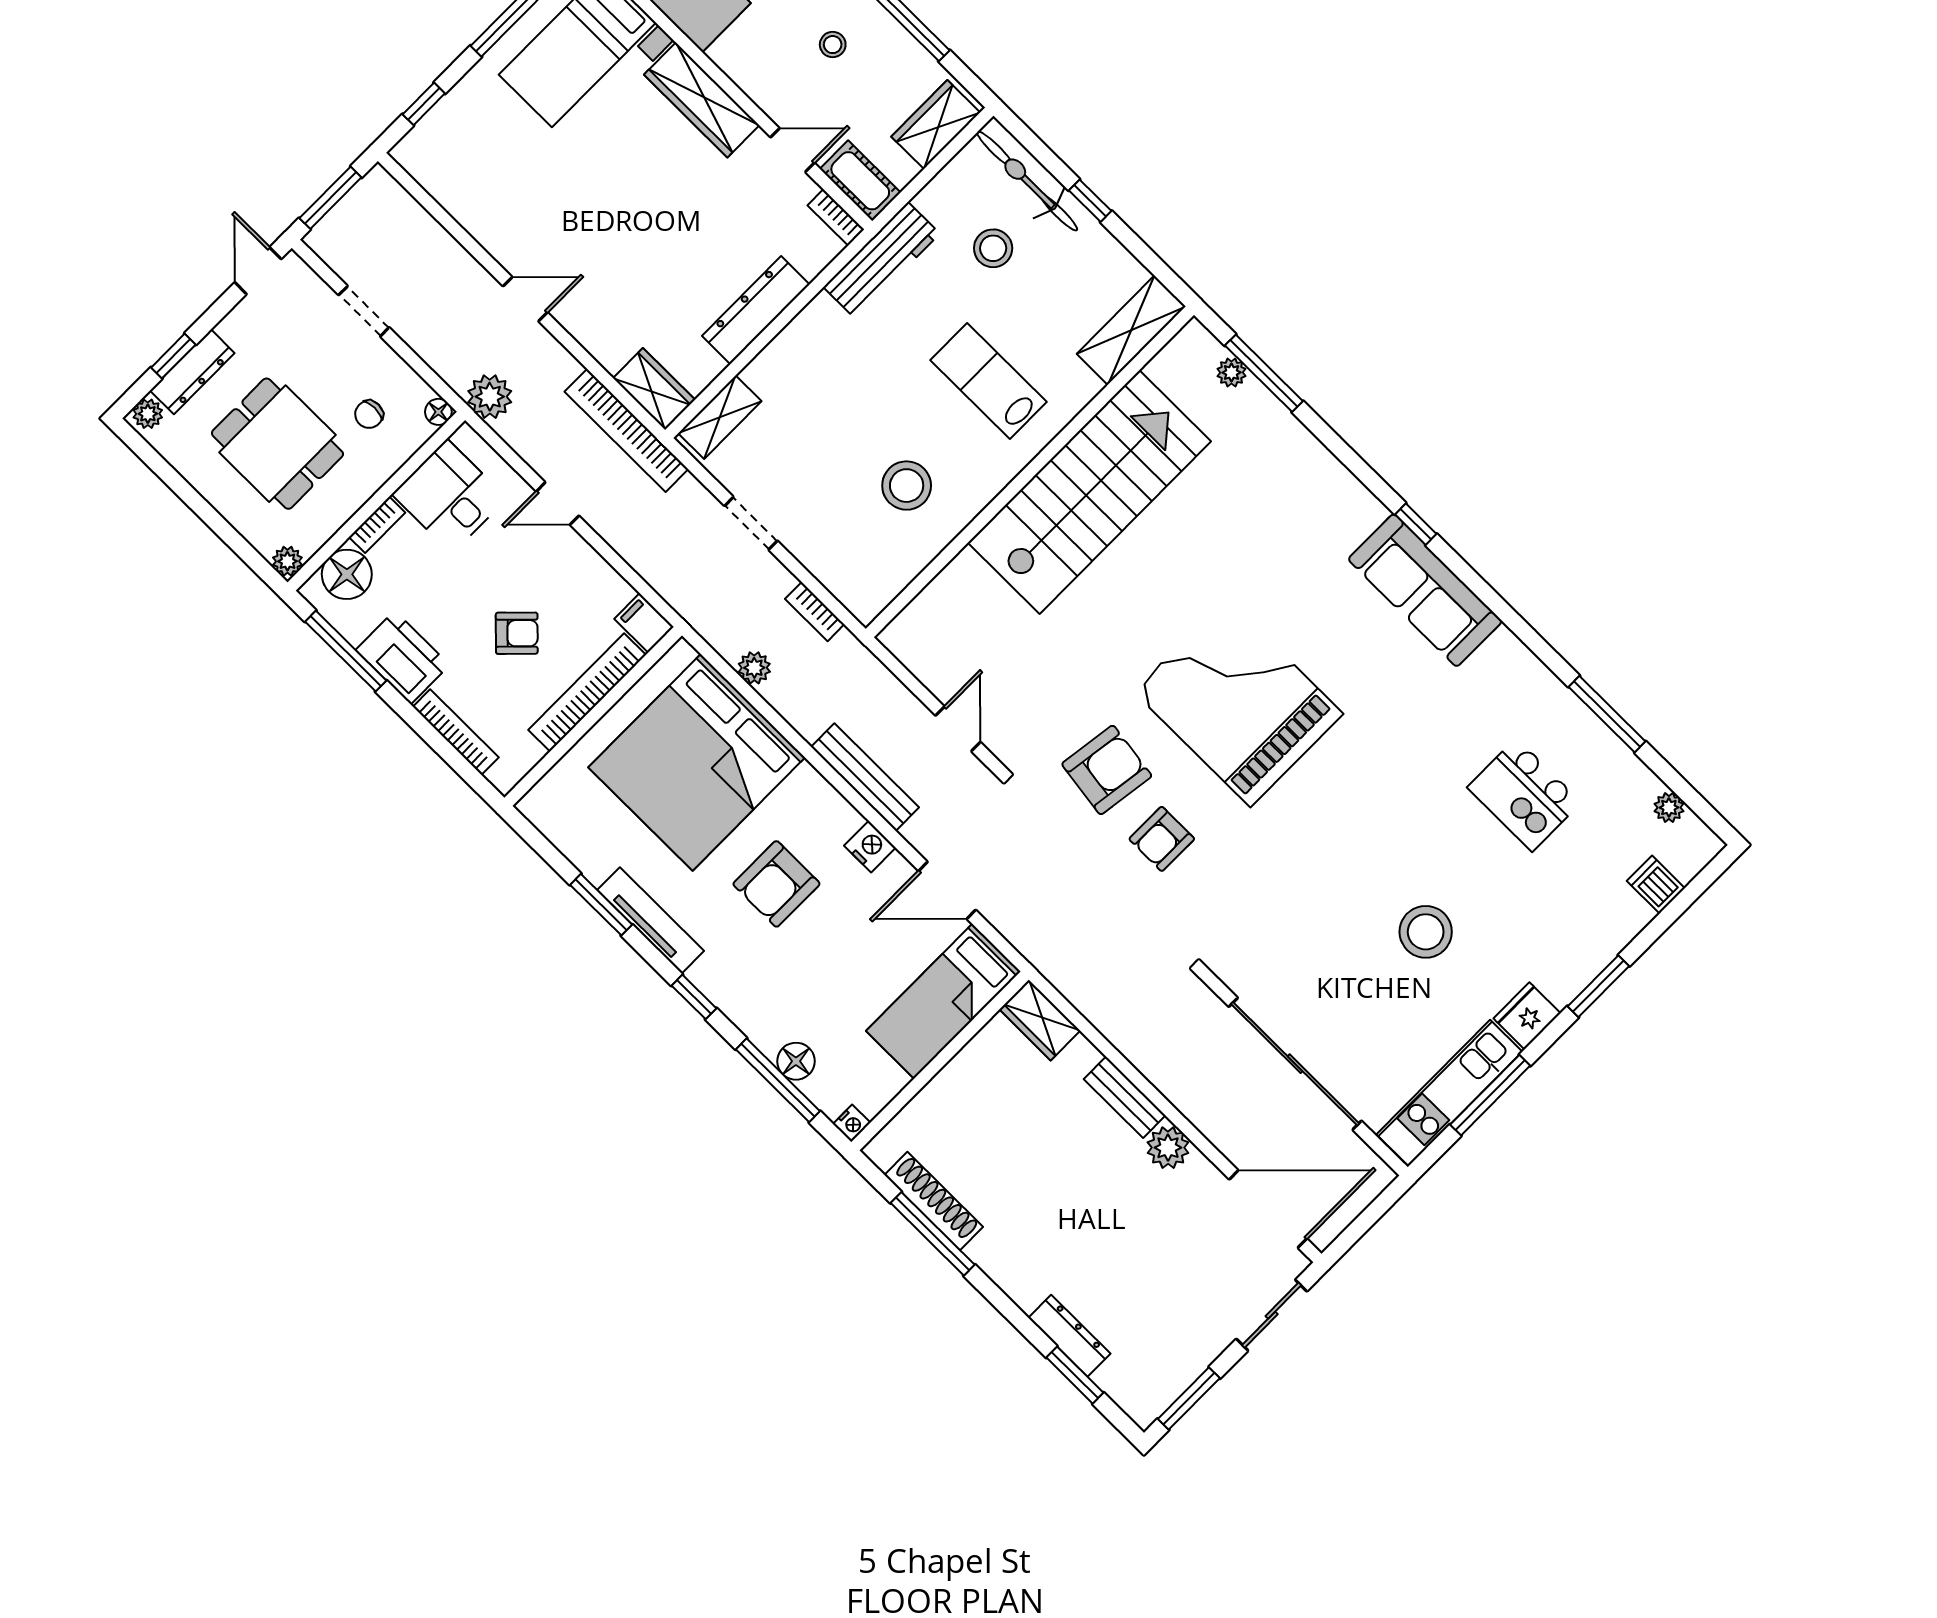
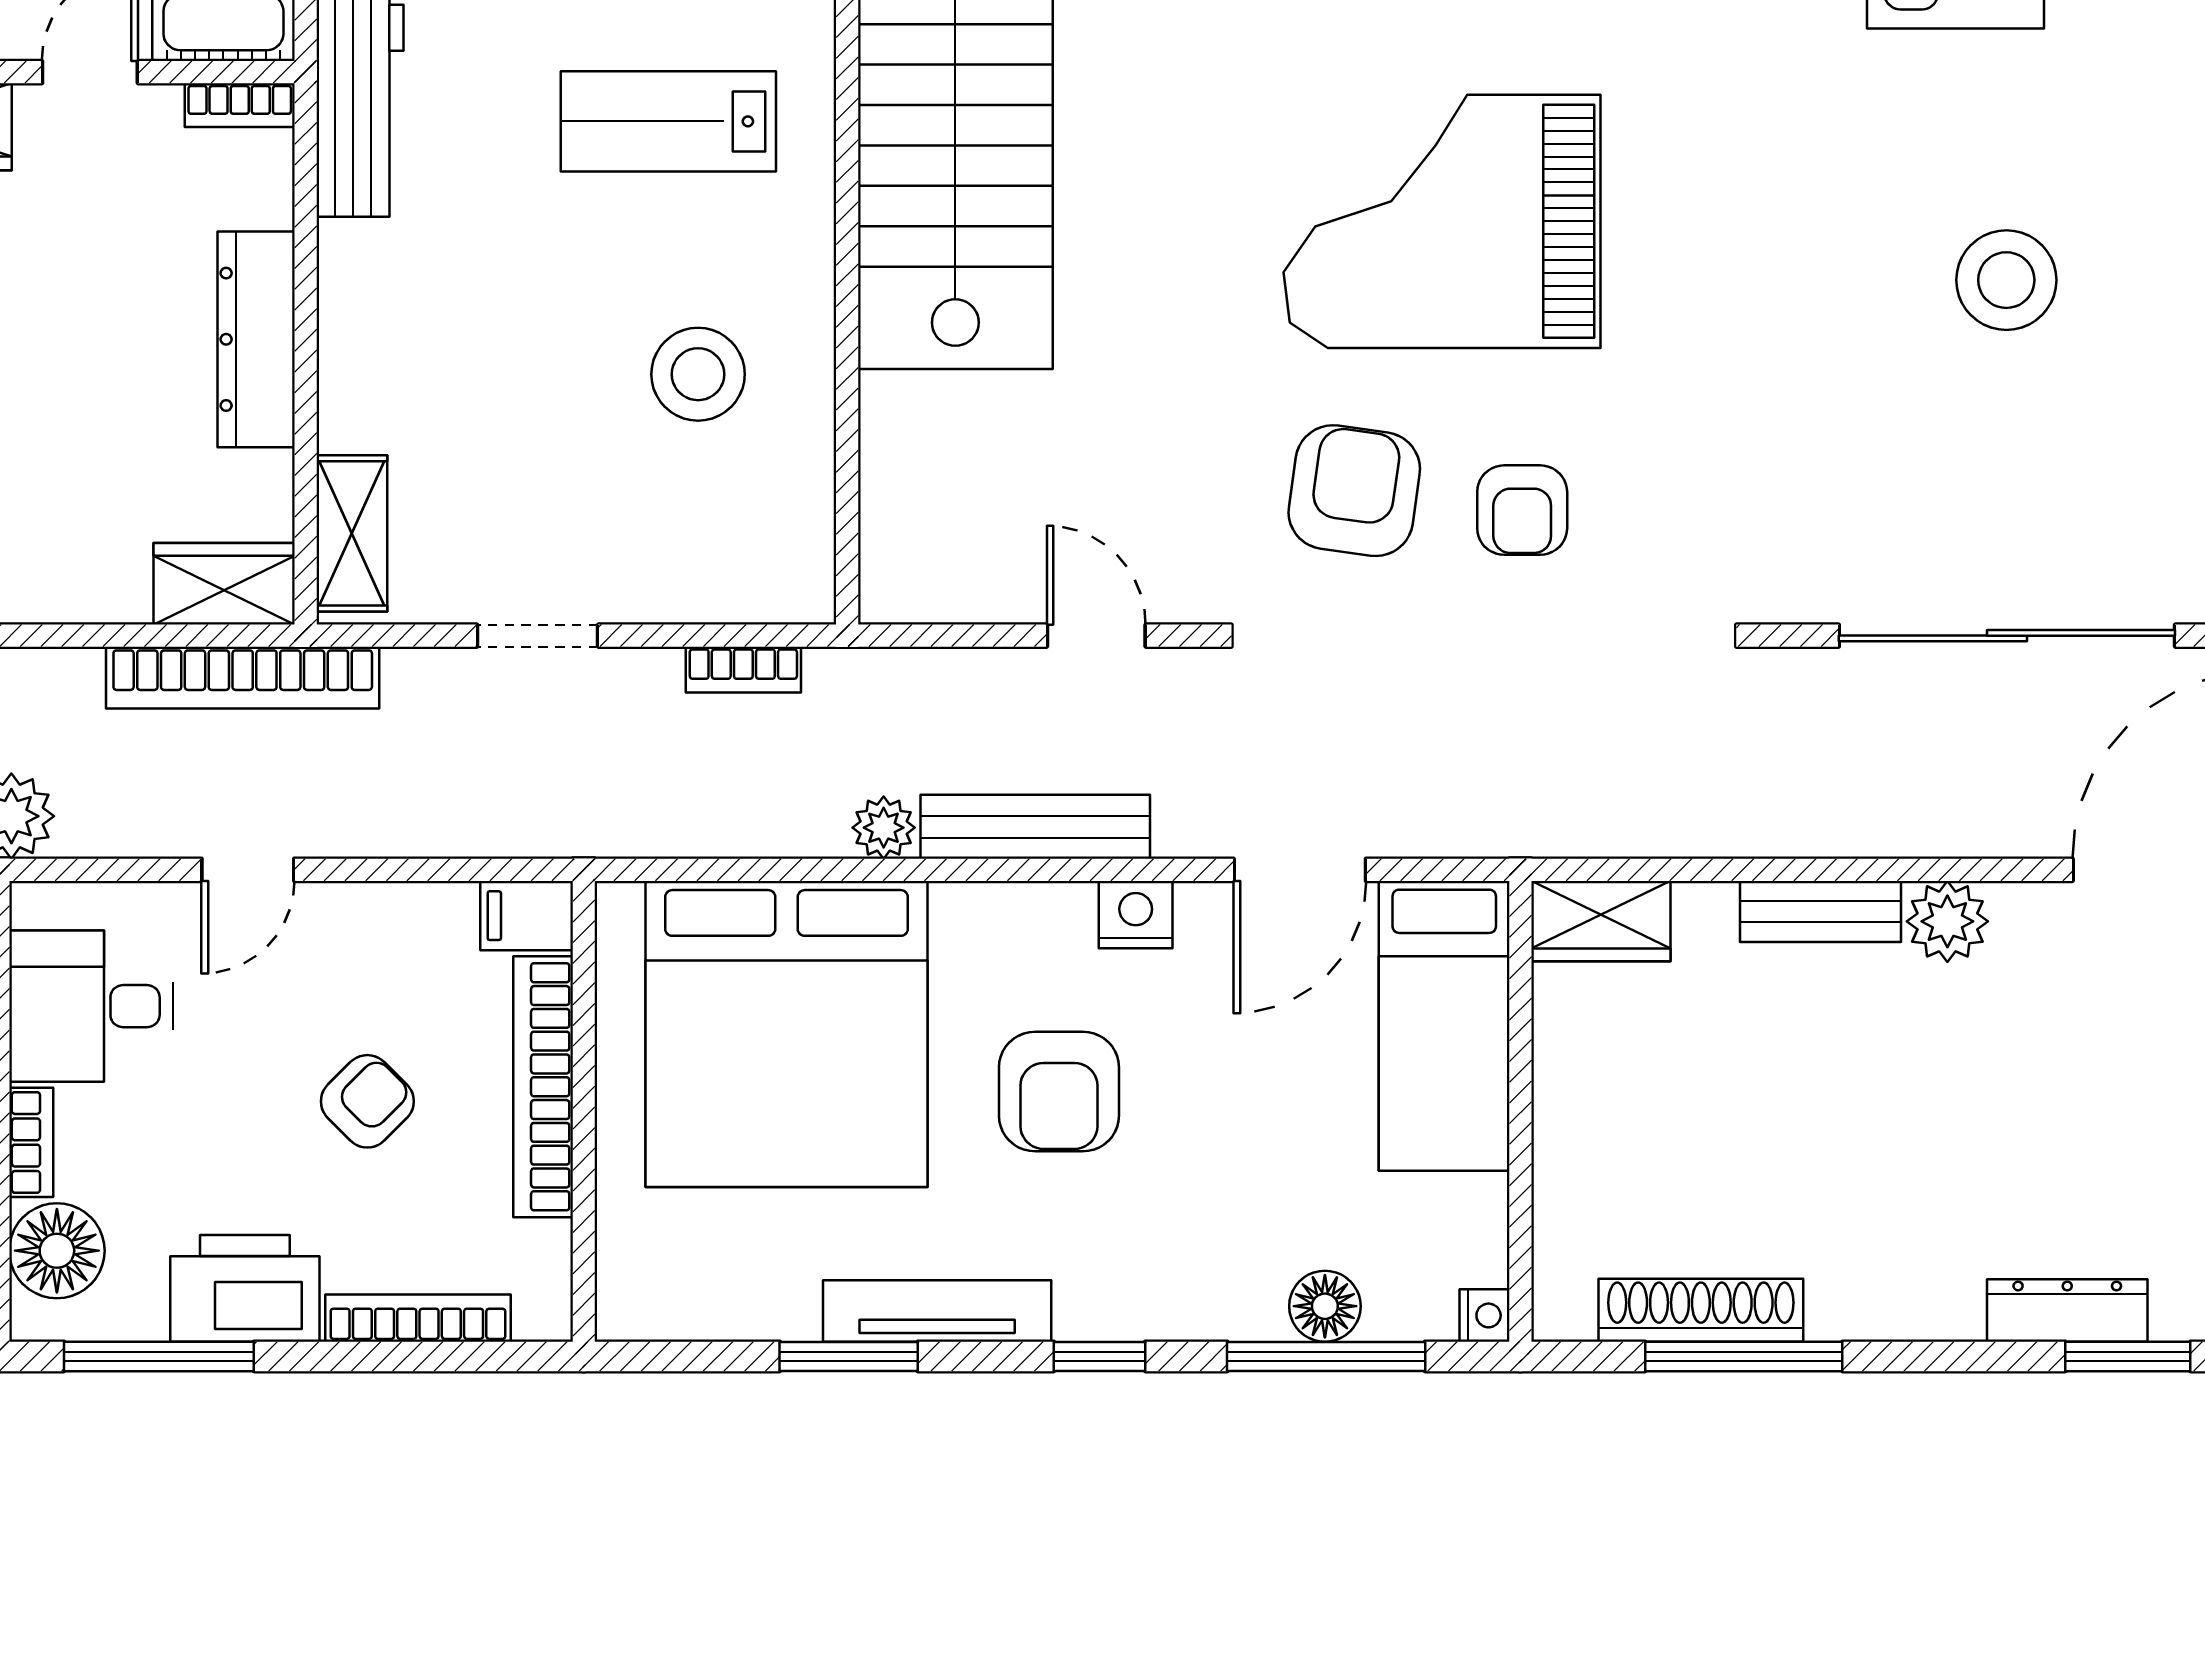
plant: (754, 668) -> (884, 828), moved

